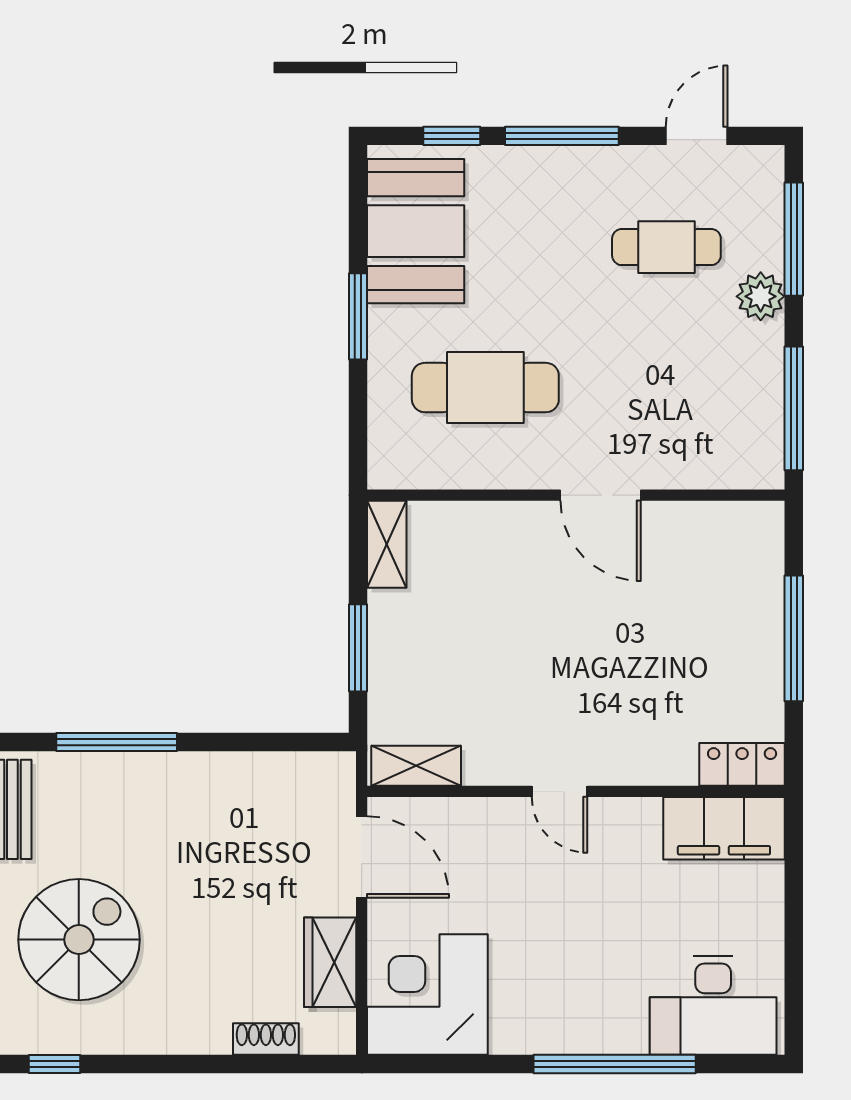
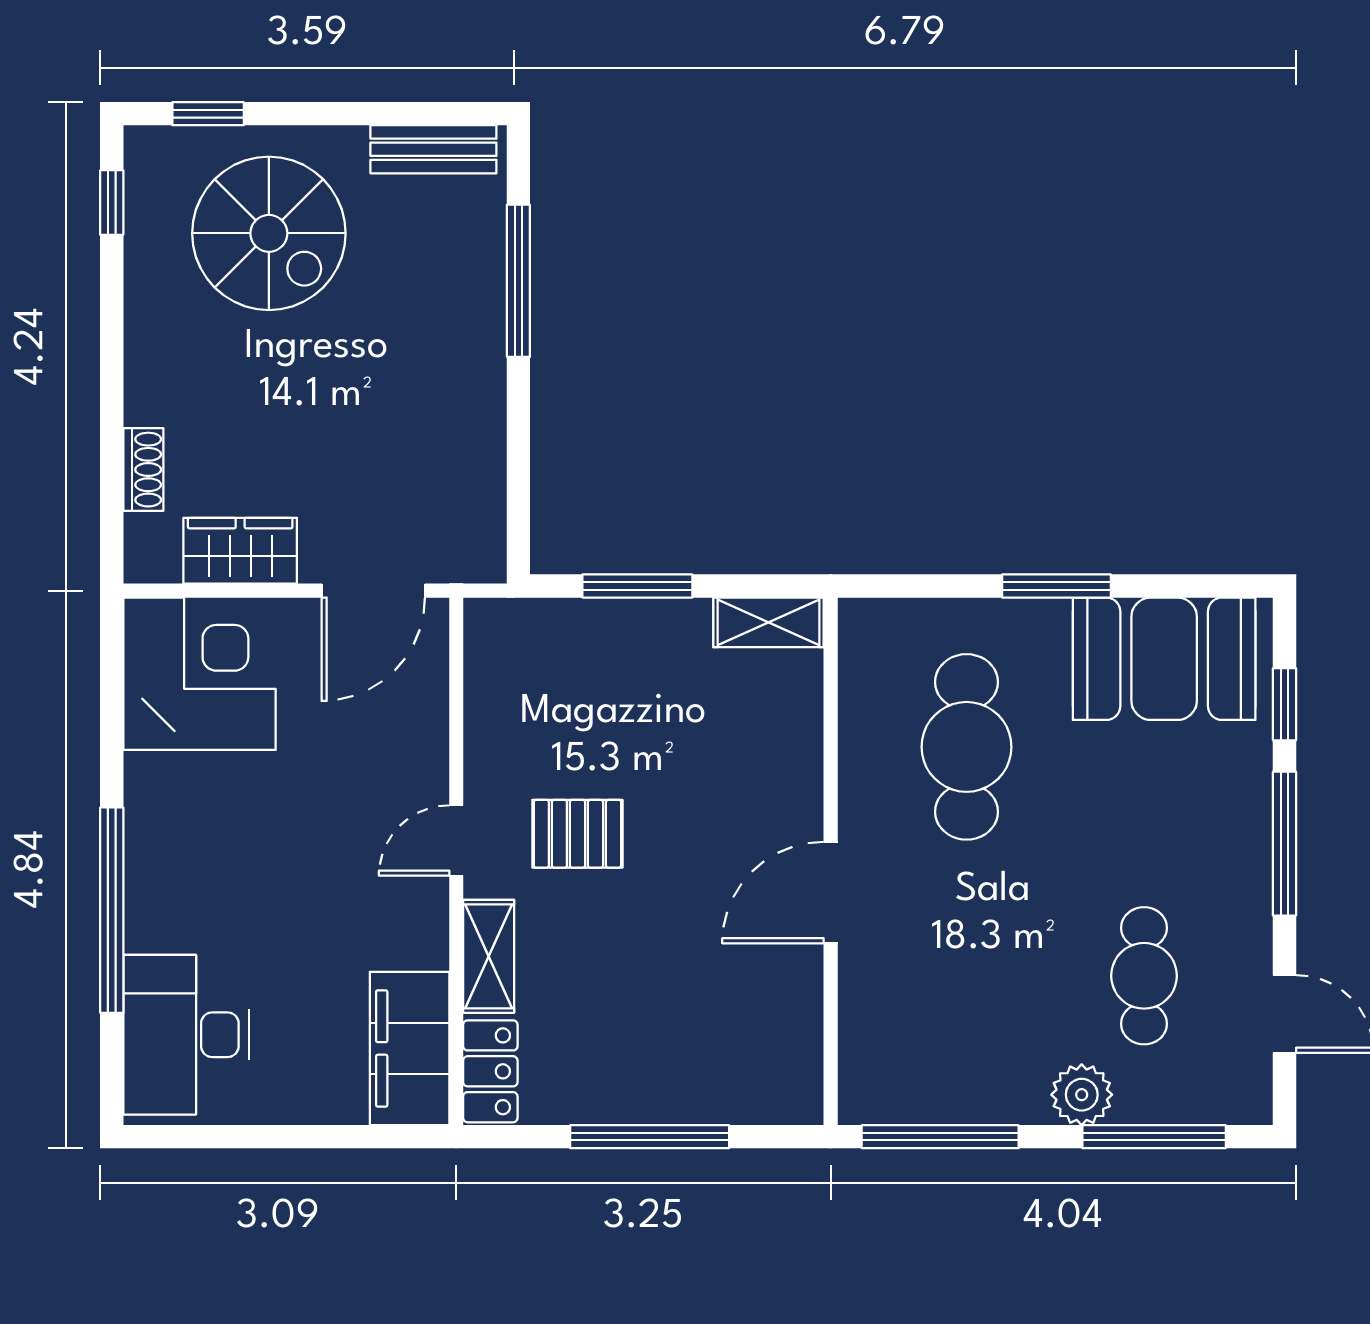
pallet: (554, 695) -> (577, 834), added
shelving: (416, 766) -> (489, 956), moved

